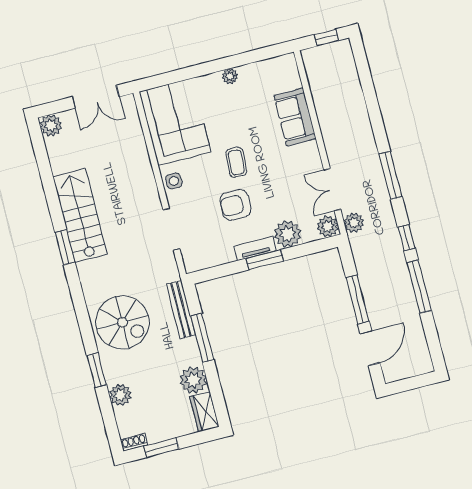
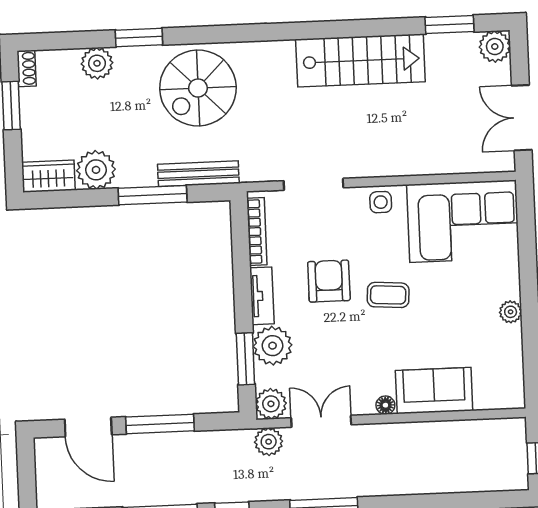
floor lamp: (312, 148) -> (385, 405), added
window: (65, 247) -> (450, 24), moved
window: (265, 260) -> (245, 359), moved
bookcase: (212, 261) -> (257, 231), added

